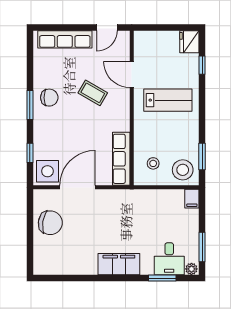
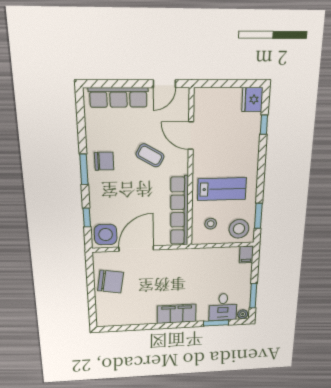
lab bench: (168, 100) -> (222, 189), moved
row of seats: (121, 159) -> (179, 211), width x1.36

